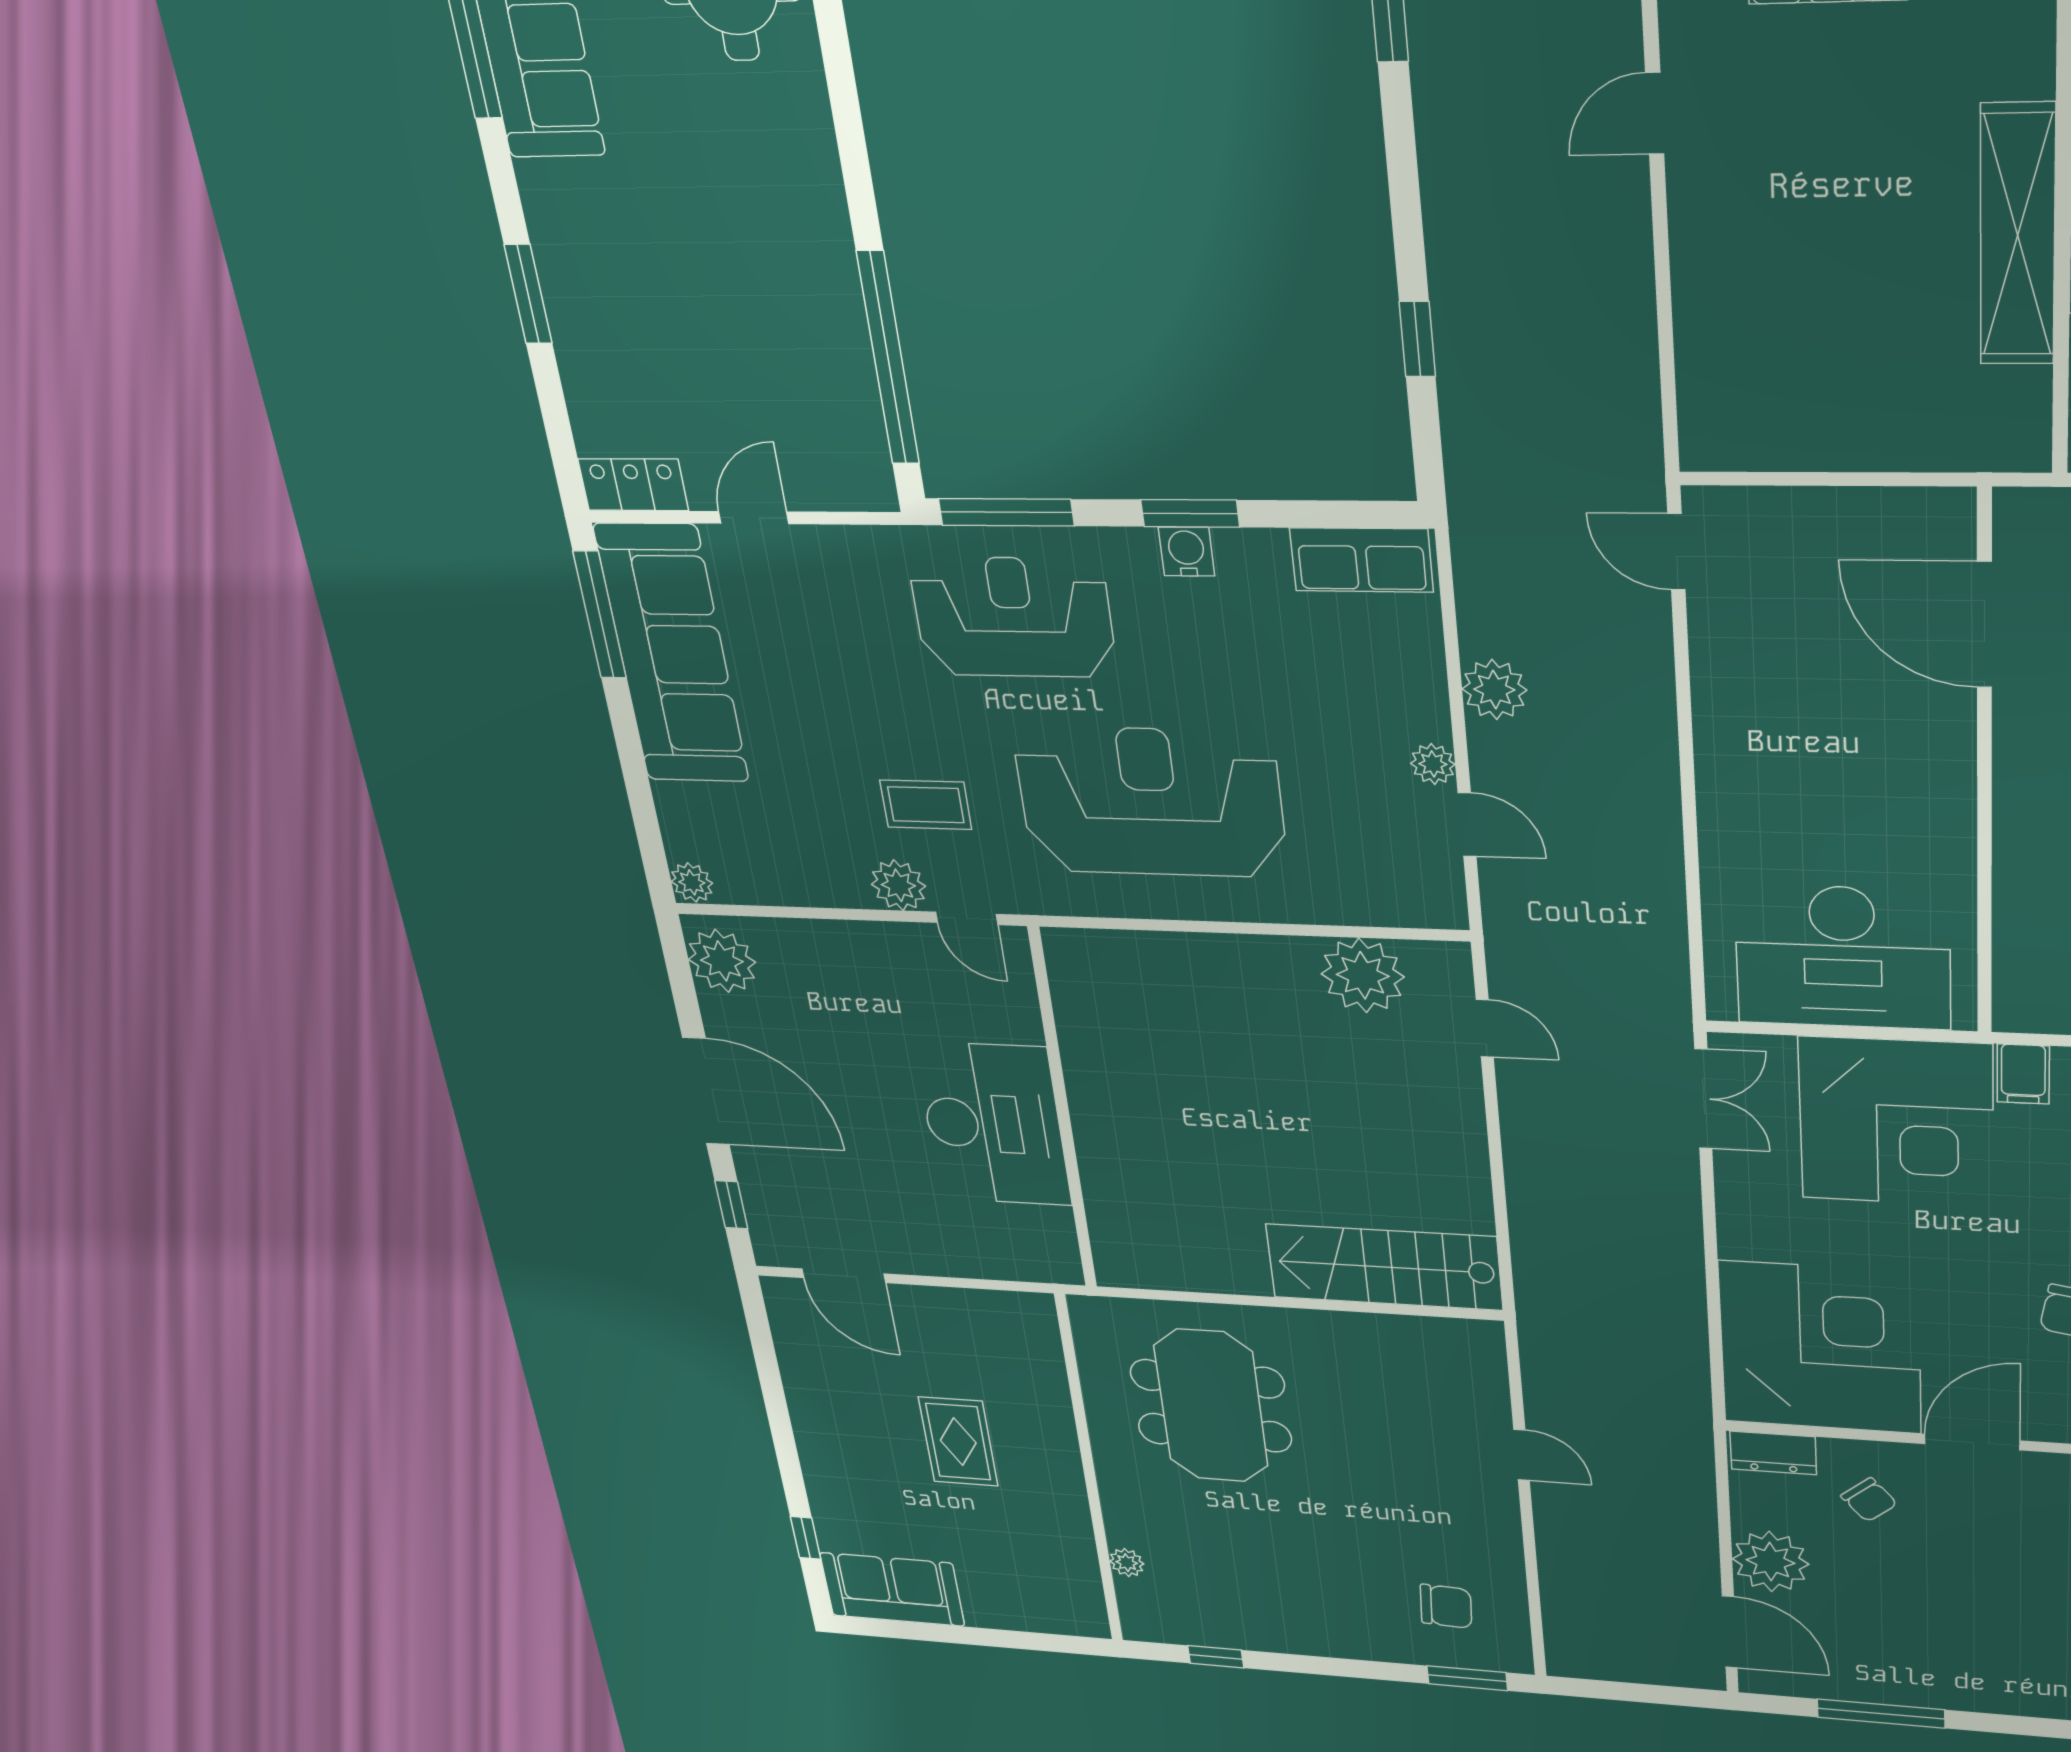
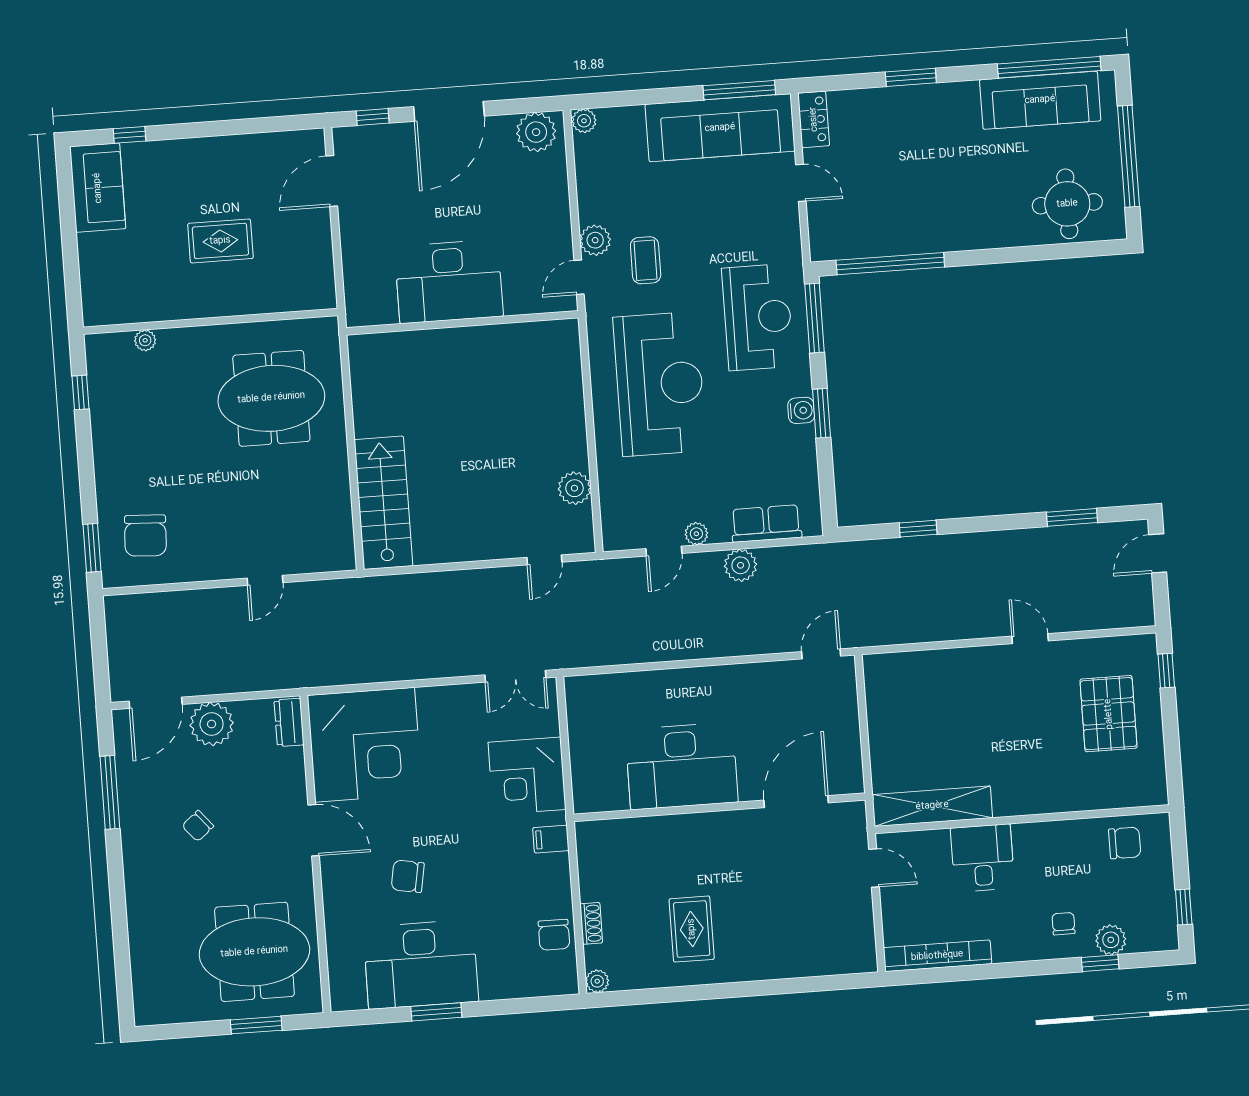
shelving: (2018, 235) -> (932, 806), moved
row of seats: (1361, 560) -> (766, 523), moved, turned 90
desk: (1843, 957) -> (682, 766), moved, turned -90
plant: (1363, 975) -> (574, 488), width x0.73, depth x0.73
corner desk: (1896, 1122) -> (527, 776), width x0.74, depth x0.74
chair: (1869, 1500) -> (198, 826), moved
chair: (1446, 1606) -> (145, 536), width x1.37, depth x1.37

